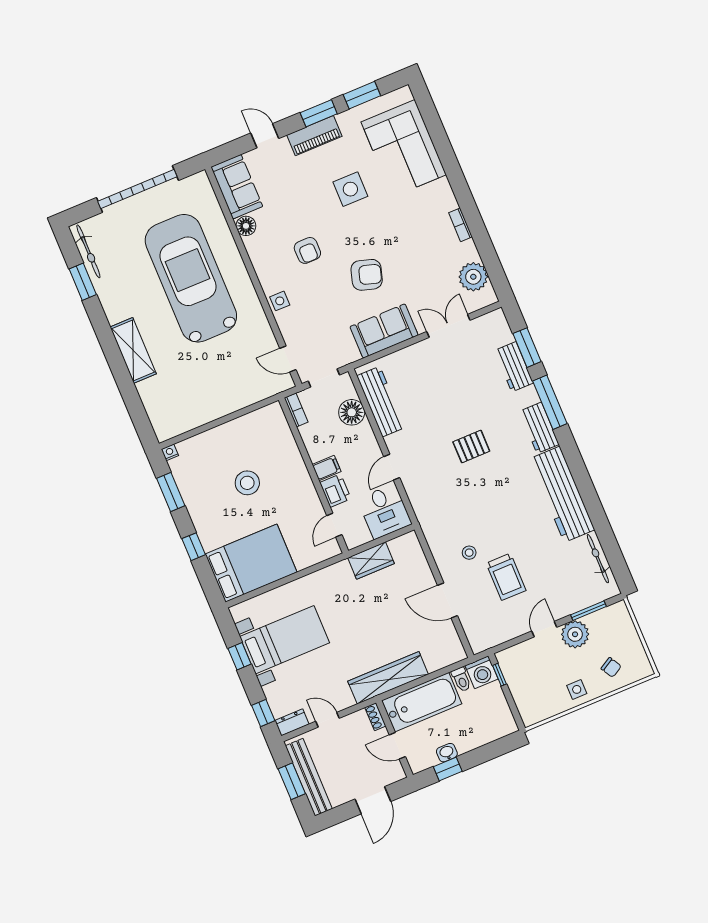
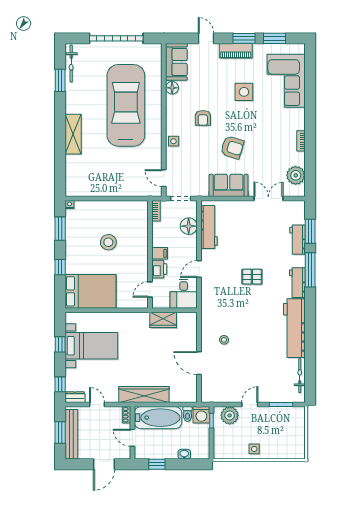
trolley: (506, 577) -> (240, 364), removed
plant: (575, 634) -> (230, 415), moved
chair: (611, 667) -> (280, 444), removed
washbasin: (447, 753) -> (184, 454), moved

